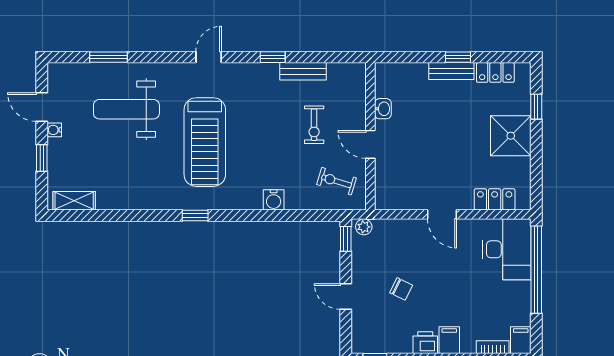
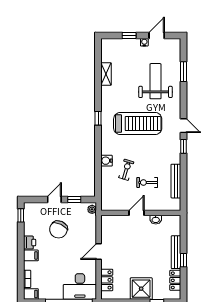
window: (273, 57) -> (184, 146), moved
bench: (303, 71) -> (176, 181), width x1.36
bench: (451, 71) -> (176, 252), width x1.36
treadmill: (205, 142) -> (138, 124), turned 180
exercise bike: (337, 181) -> (126, 170), moved
shelving: (74, 201) -> (106, 74), moved
window: (346, 239) -> (74, 200), moved
chair: (401, 289) -> (58, 229), width x1.87, depth x1.87

